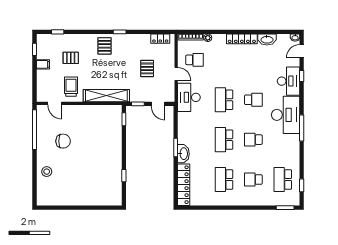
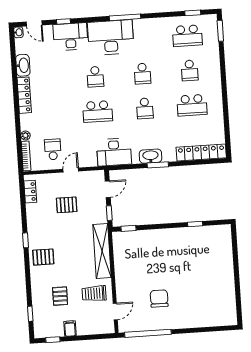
desk: (189, 97) -> (114, 152), moved
school desk: (253, 100) -> (95, 77), turned 180
school desk: (224, 140) -> (145, 108), width x0.54
washbasin: (183, 154) -> (151, 156), moved
stool: (47, 172) -> (197, 316), removed

